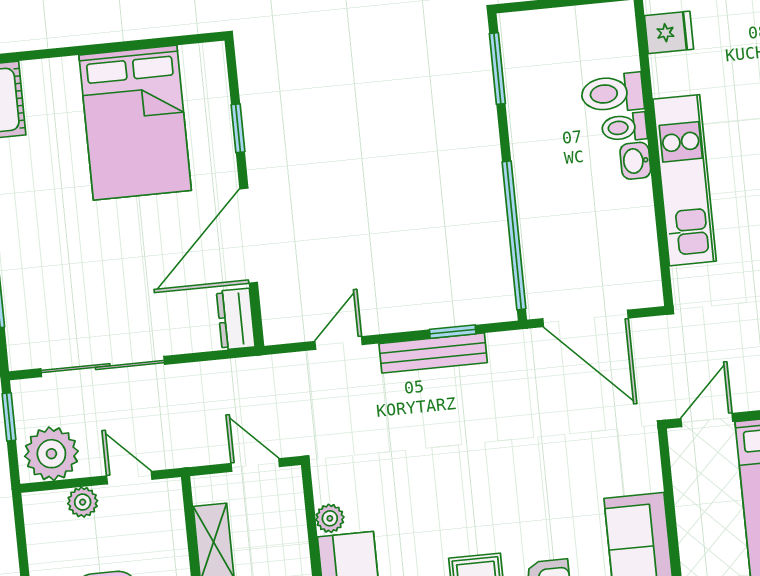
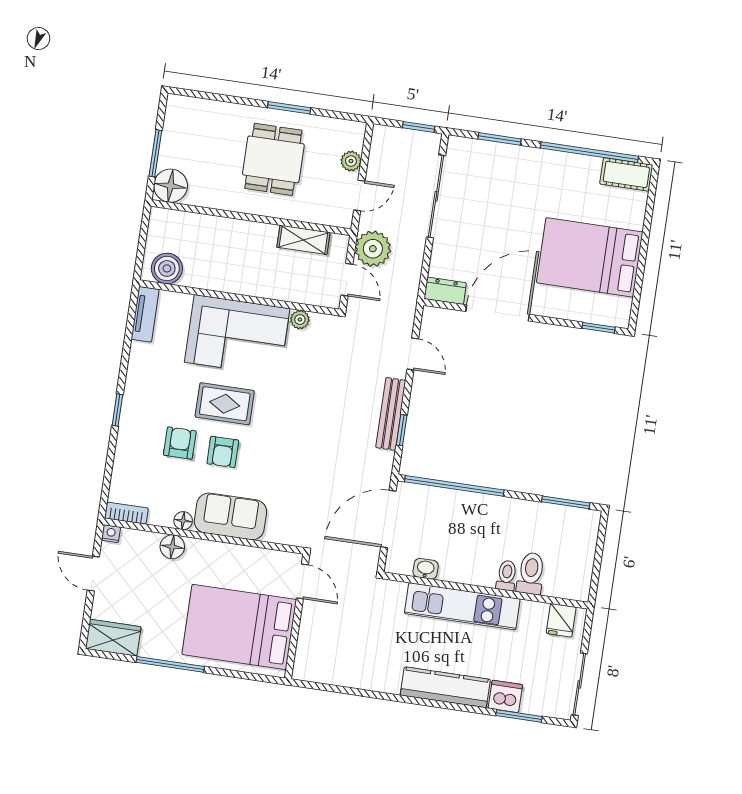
window: (238, 128) -> (599, 328), moved
washbasin: (635, 161) -> (426, 569), moved
door: (249, 236) -> (498, 313), hinge flipped
plant: (51, 454) -> (373, 249), moved
door: (255, 465) -> (347, 280), hinge flipped

